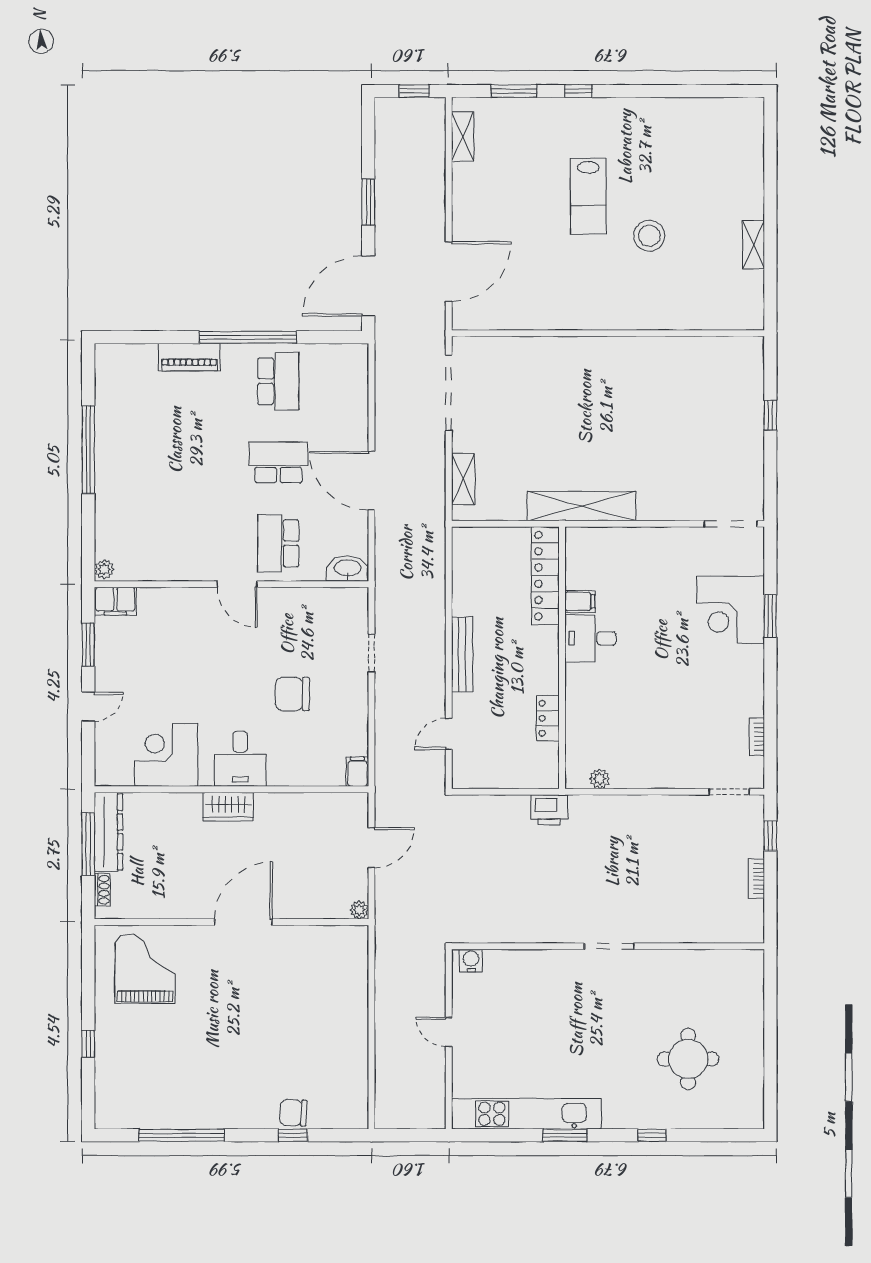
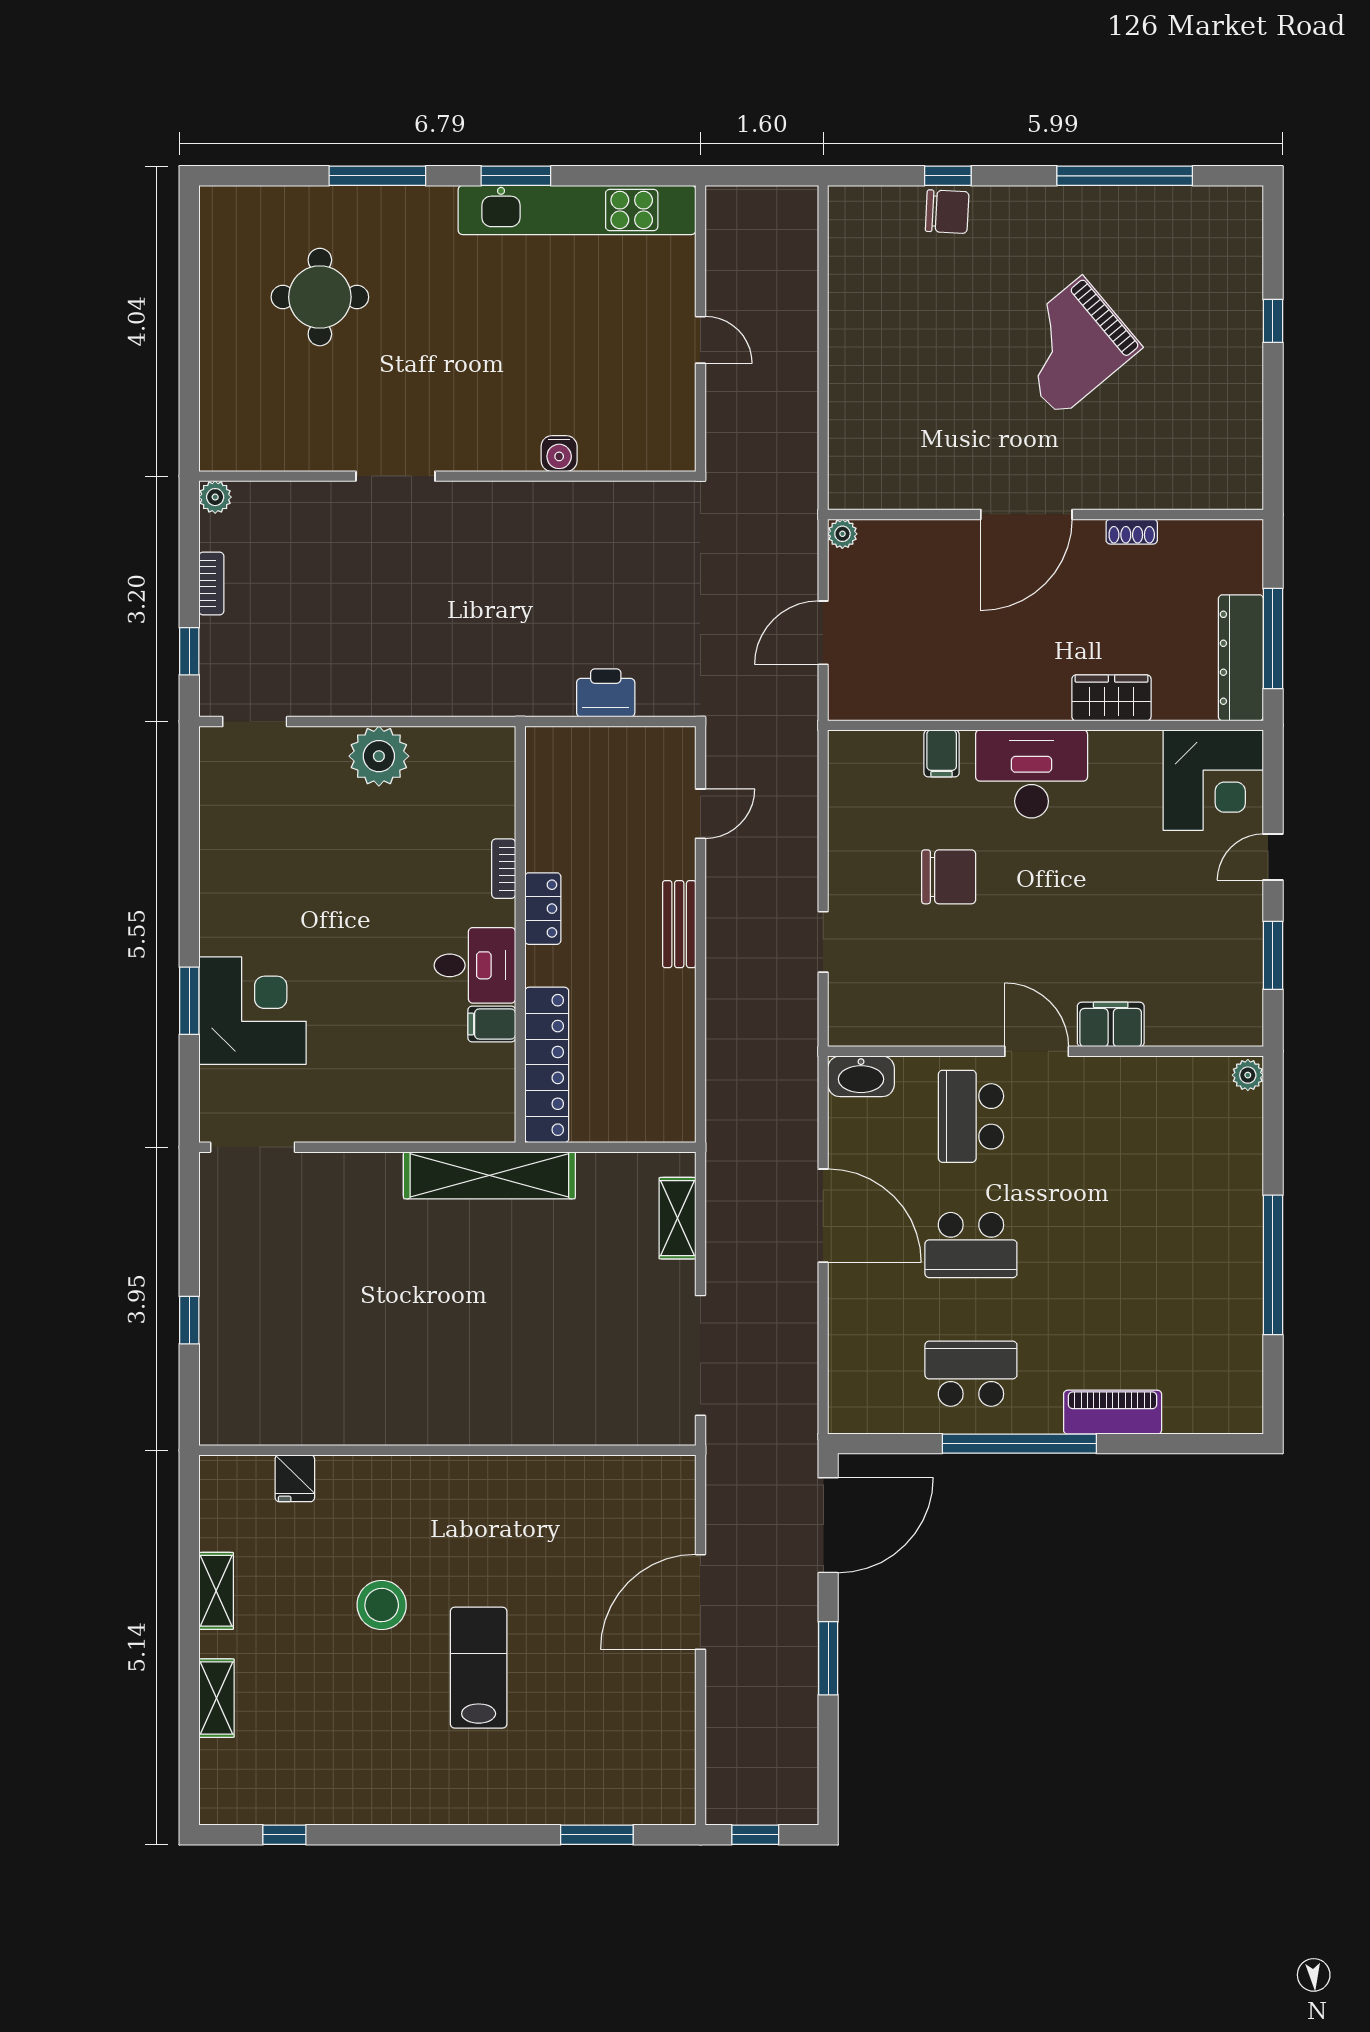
window: (578, 91) -> (284, 1835), moved
shelving: (463, 137) -> (216, 1698), moved
door: (449, 272) -> (700, 1602), moved
fridge: (704, 315) -> (295, 1478), added
school desk: (278, 381) -> (971, 1374), turned 90
school desk: (278, 543) -> (971, 1116), turned 180
filing cabinet: (115, 601) -> (1111, 1024), moved
bench: (462, 654) -> (679, 924), width x0.73
locker: (548, 718) -> (543, 909), moved
bookcase: (757, 737) -> (504, 869), moved, turned 180
corner desk: (166, 755) -> (1213, 780), moved
desk: (240, 759) -> (1032, 774), width x1.37
filing cabinet: (357, 772) -> (942, 753), moved
plant: (600, 779) -> (379, 756), moved, width x1.88, depth x1.88
wardrobe: (228, 807) -> (1111, 698), moved
printer: (549, 810) -> (606, 693), moved
shoe rack: (102, 890) -> (1132, 532), moved, turned -90
plant: (754, 933) -> (215, 497), added
doorway: (609, 946) -> (395, 476), moved
water cooler: (471, 960) -> (559, 454), moved
grand piano: (145, 969) -> (1071, 346), moved, turned 50
window: (652, 1135) -> (377, 176), width x2.17

